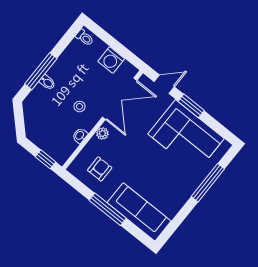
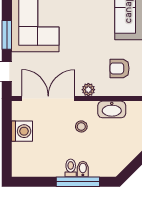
toilet: (85, 38) -> (71, 168), moved
washbasin: (80, 136) -> (112, 109), width x1.91, depth x1.45

